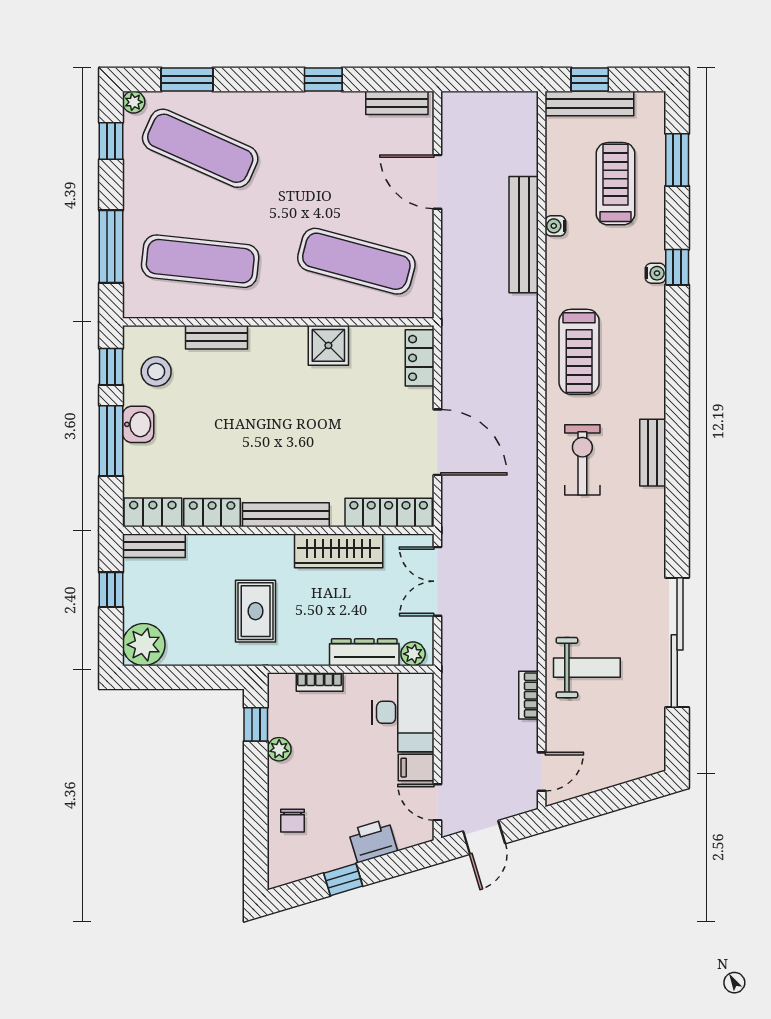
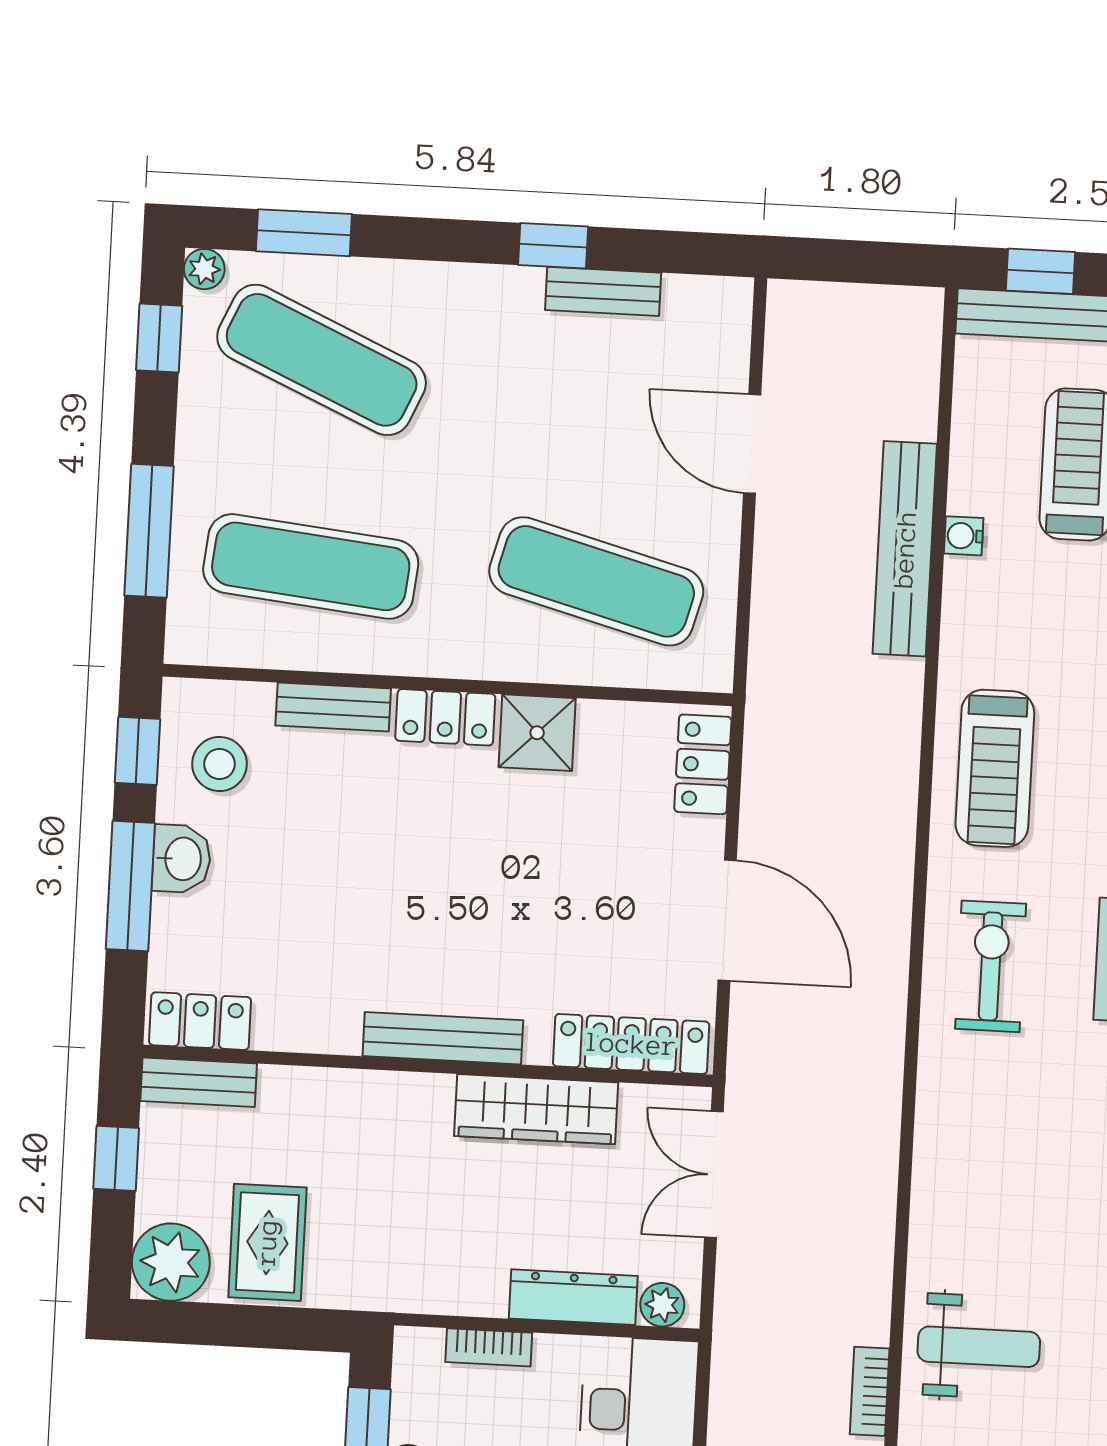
bench: (397, 103) -> (603, 291), moved
locker: (212, 513) -> (445, 717), moved, turned 180
rug: (256, 611) -> (267, 1242), moved

